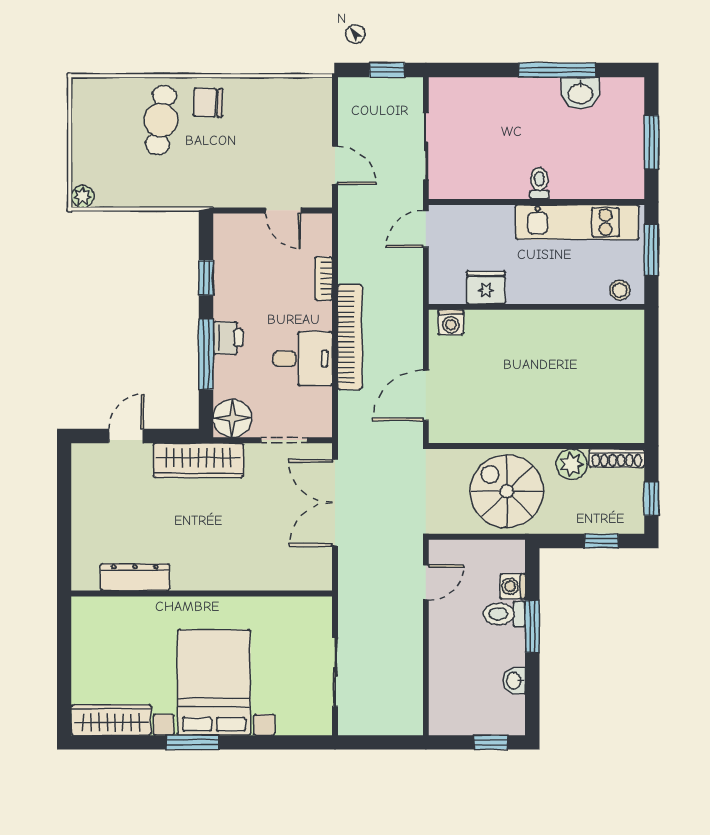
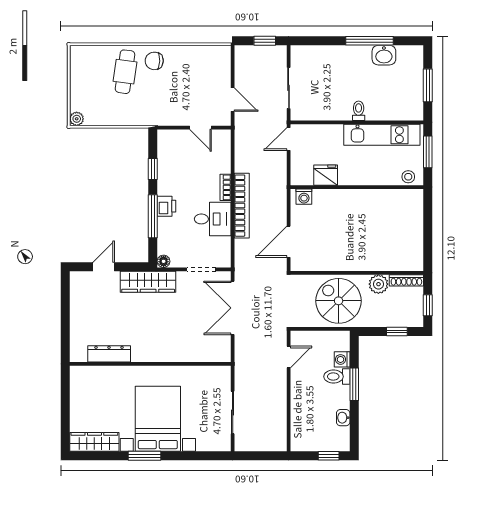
bookcase: (324, 279) -> (225, 187), moved
floor lamp: (232, 418) -> (164, 261), width x0.53, depth x0.53

